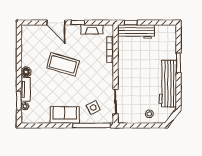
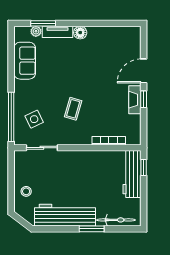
fireplace: (92, 29) -> (135, 100), moved
bicycle: (172, 44) -> (116, 220), added
coffee table: (63, 64) -> (73, 109), moved, width x0.54, depth x0.58
sofa: (65, 115) -> (25, 61), moved

